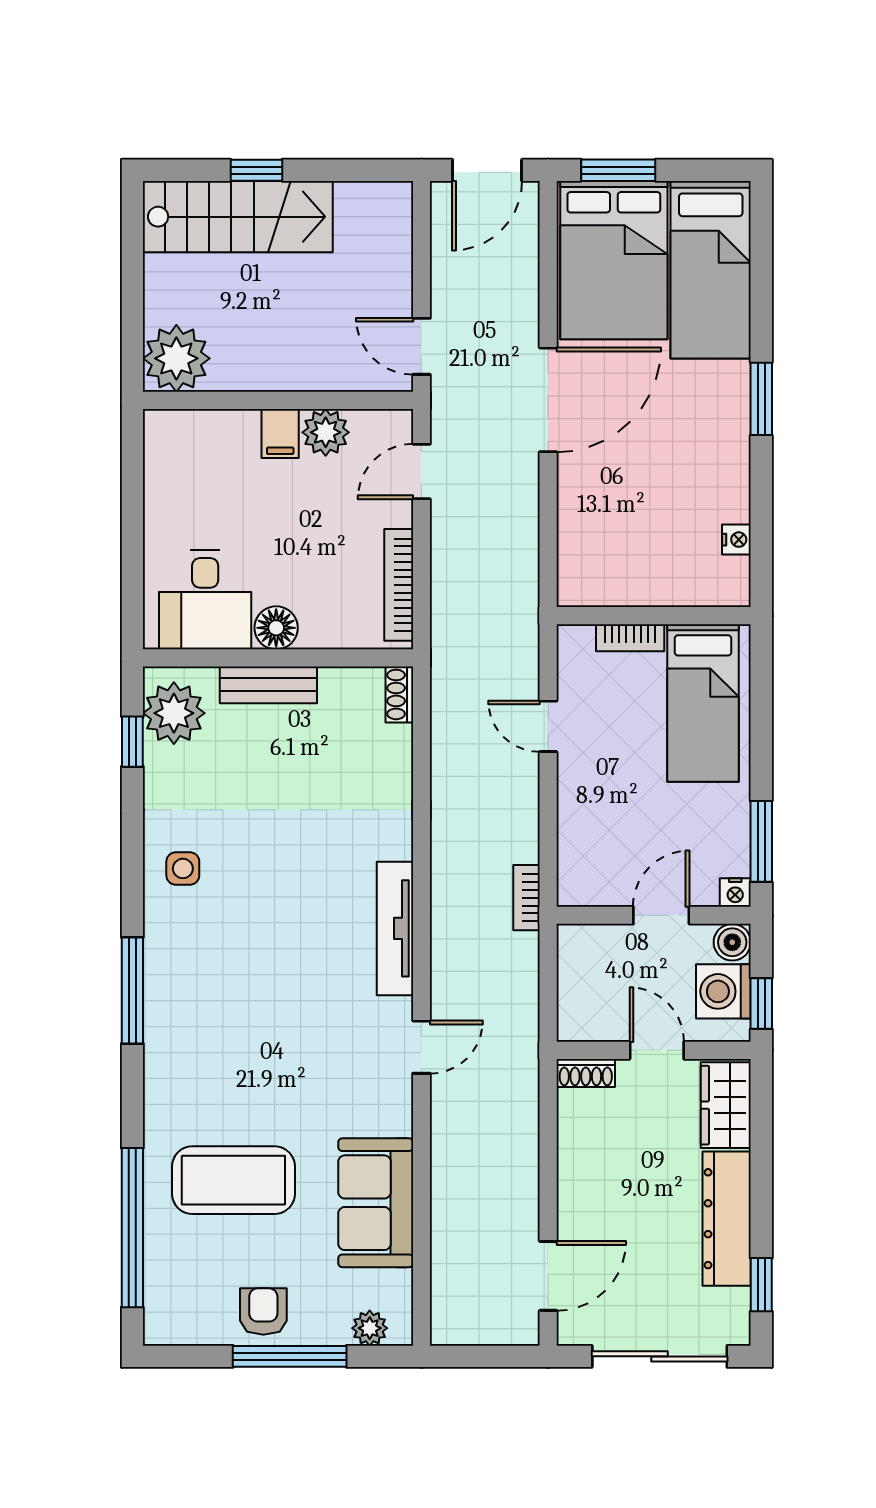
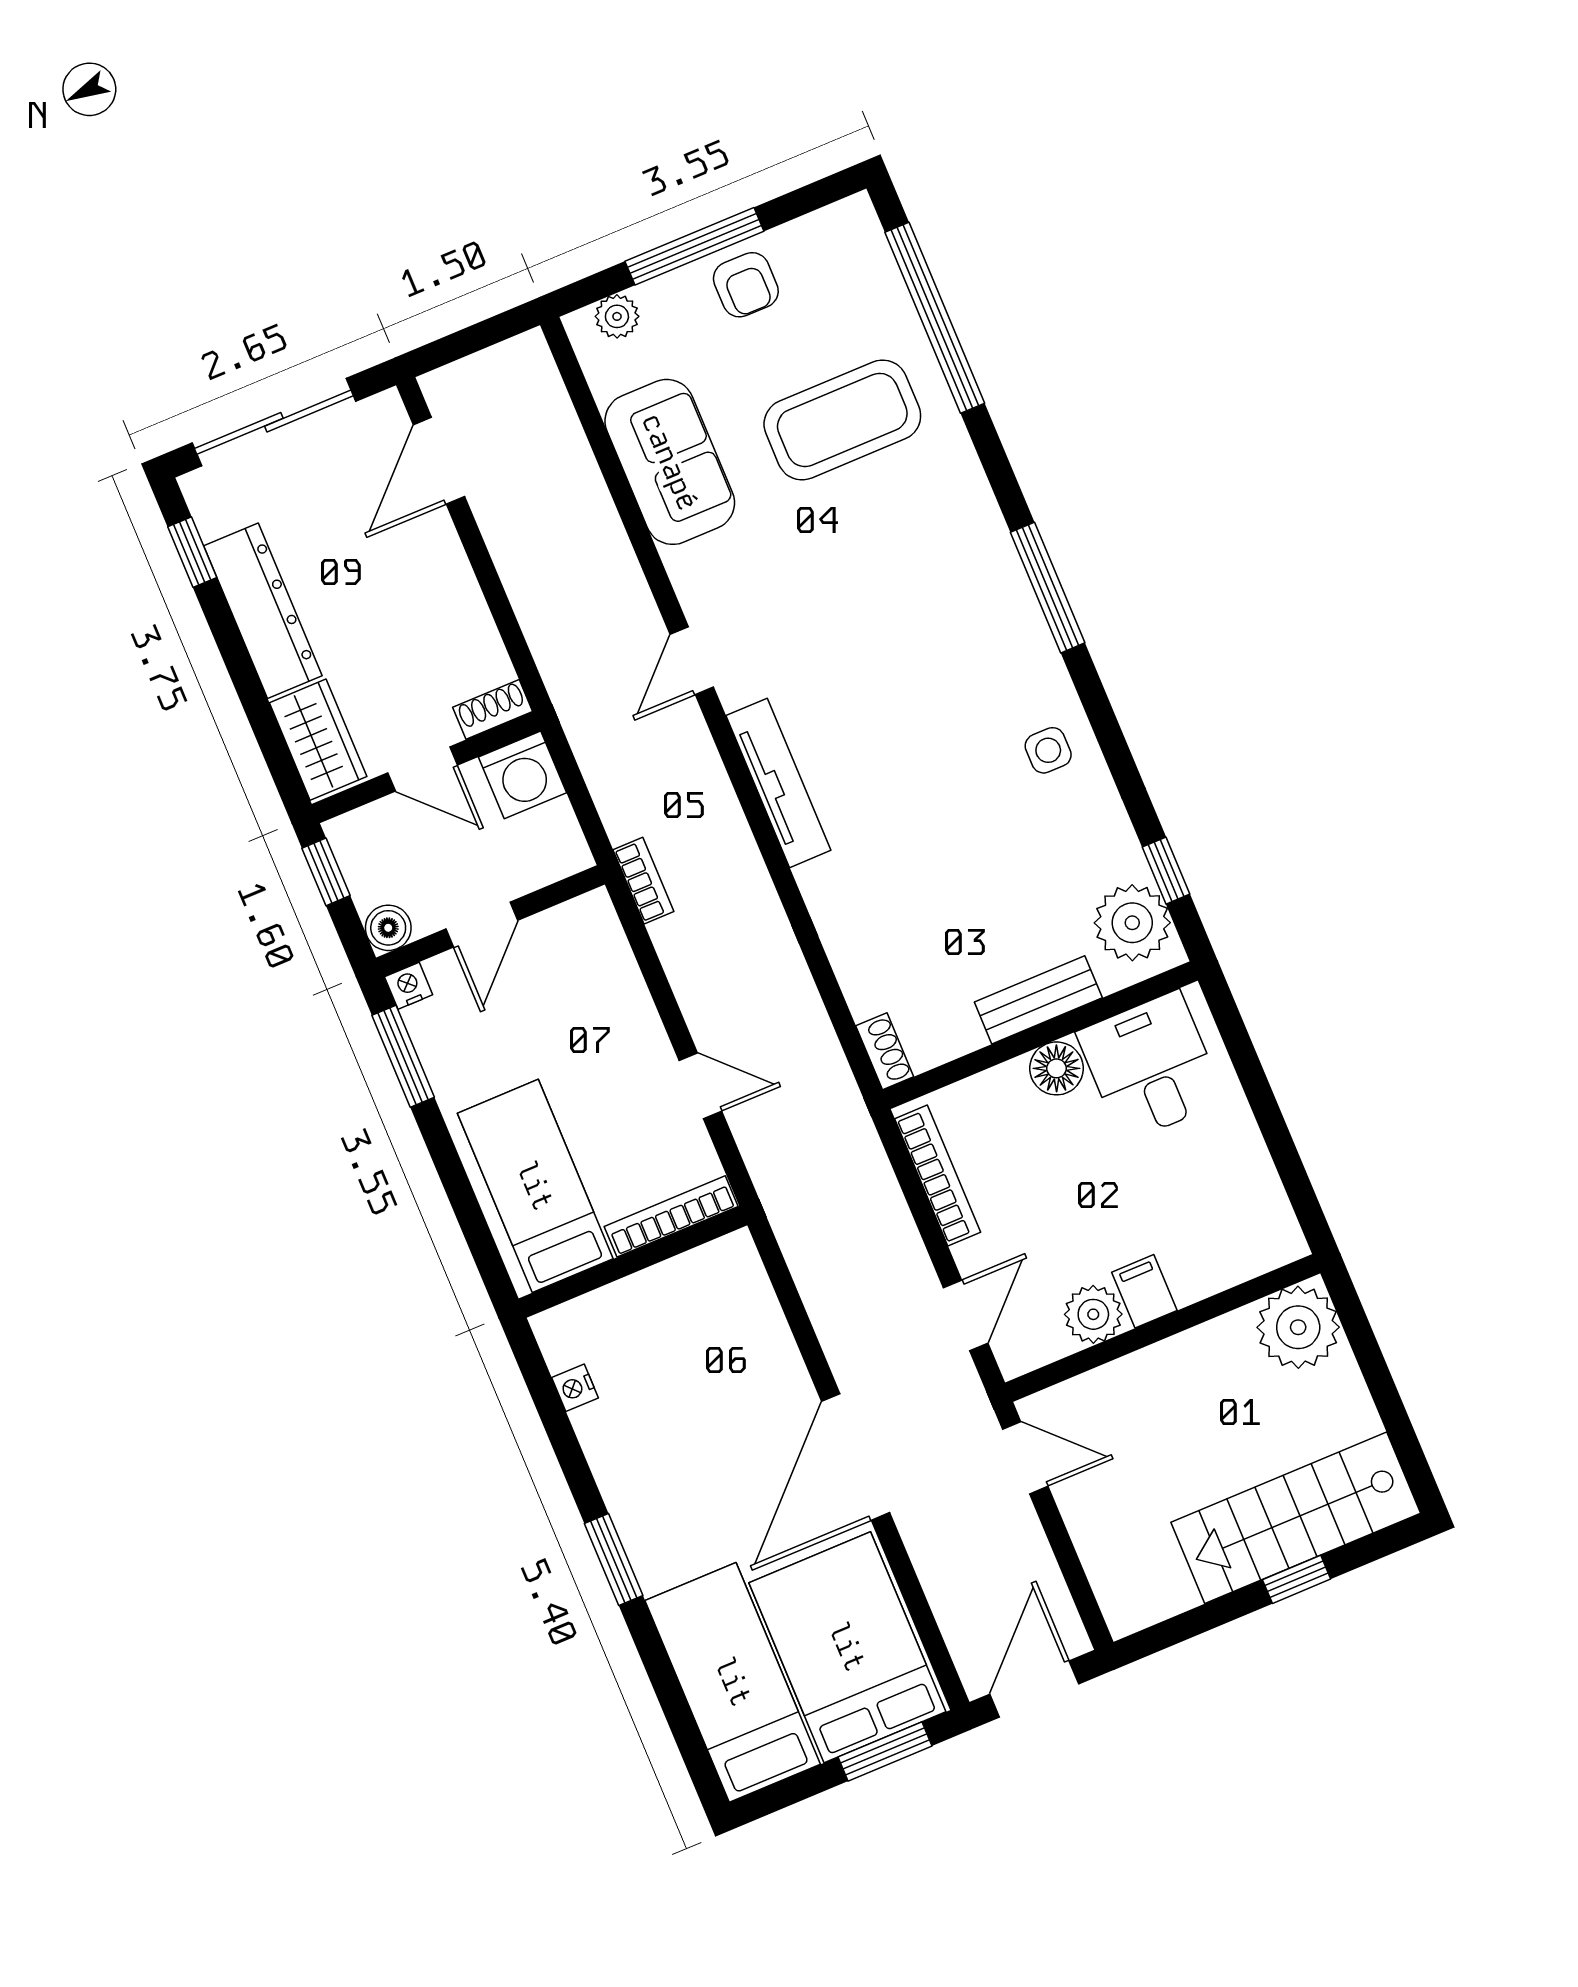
bookcase: (630, 638) -> (671, 1216), width x1.56
washing machine: (723, 991) -> (523, 775), moved, turned 90

